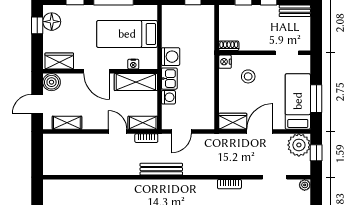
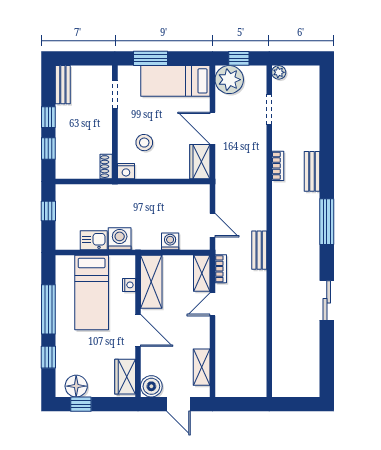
door: (97, 71) -> (138, 330), hinge flipped
kitchen sink: (169, 79) -> (94, 240), moved
window: (316, 99) -> (150, 58), moved
bench: (161, 169) -> (259, 250), width x0.73

